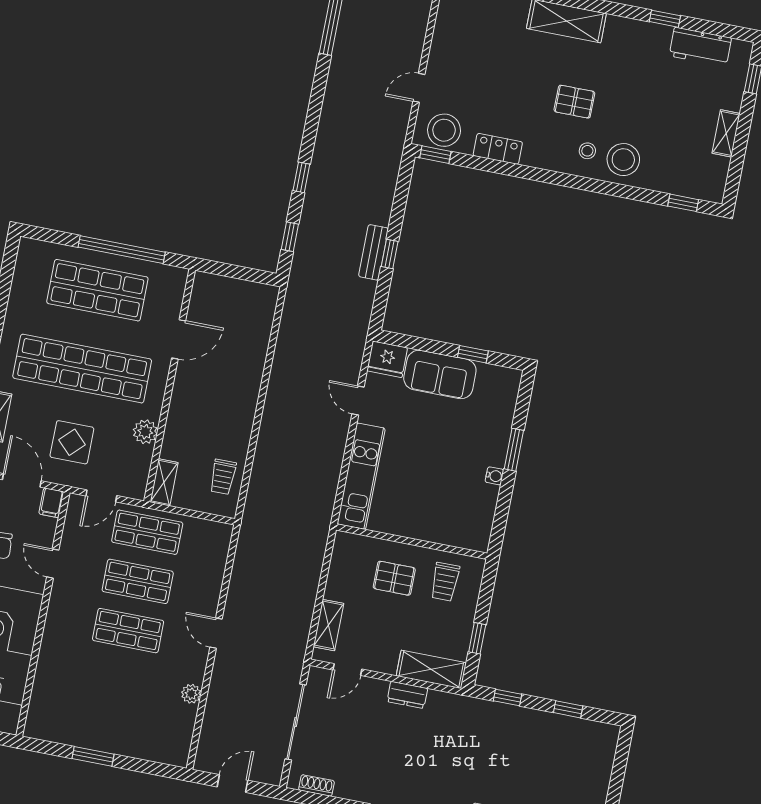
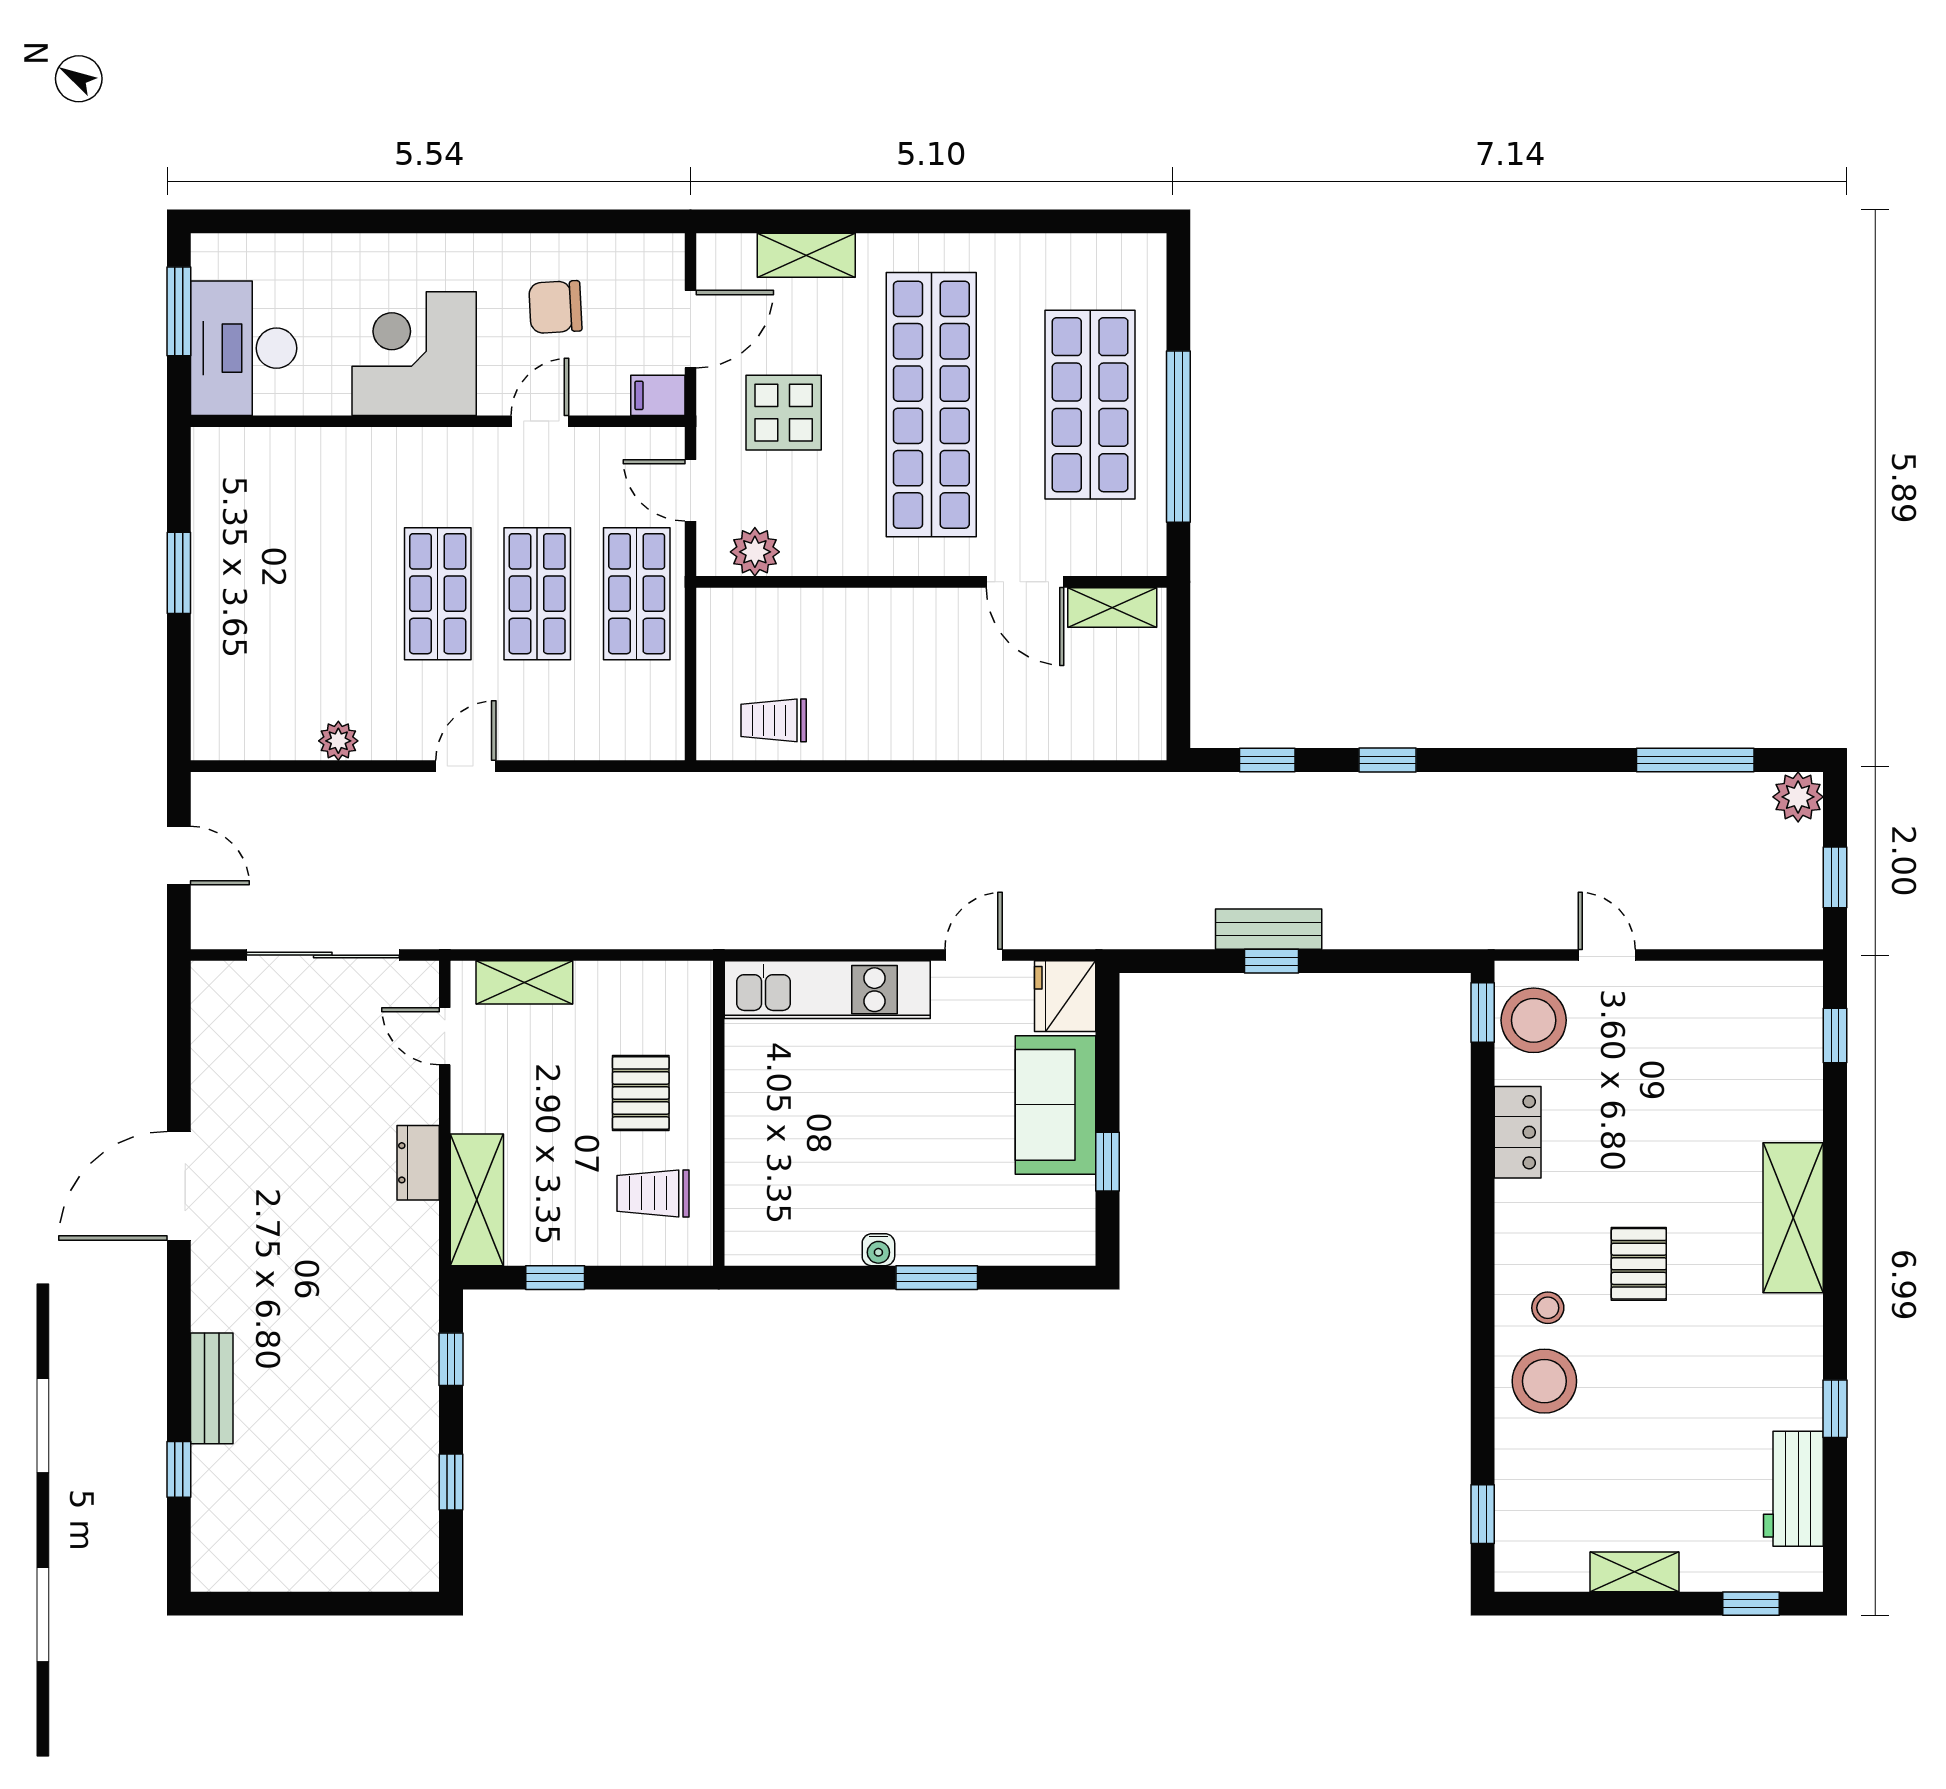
plant: (145, 432) -> (755, 552), moved
shelving: (164, 482) -> (1112, 607), moved
shoe rack: (316, 785) -> (207, 1020), removed

